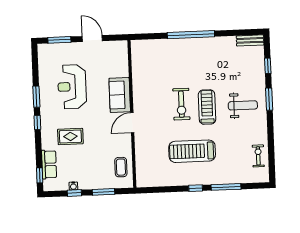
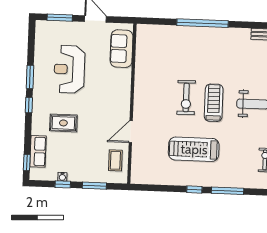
sofa: (120, 95) -> (122, 49), moved
door: (132, 123) -> (131, 132), moved

